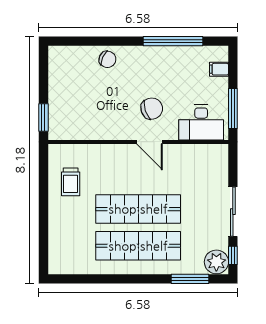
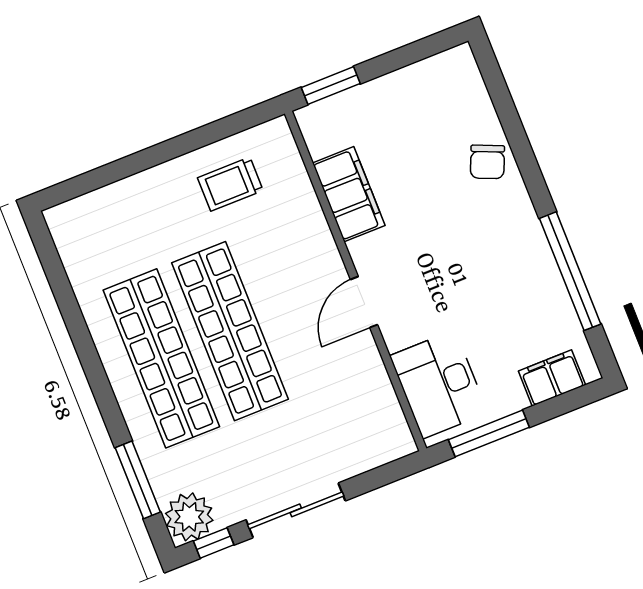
filing cabinet: (219, 69) -> (552, 378), width x2.00
chair: (152, 109) -> (428, 282), removed
filing cabinet: (97, 129) -> (349, 194), added

